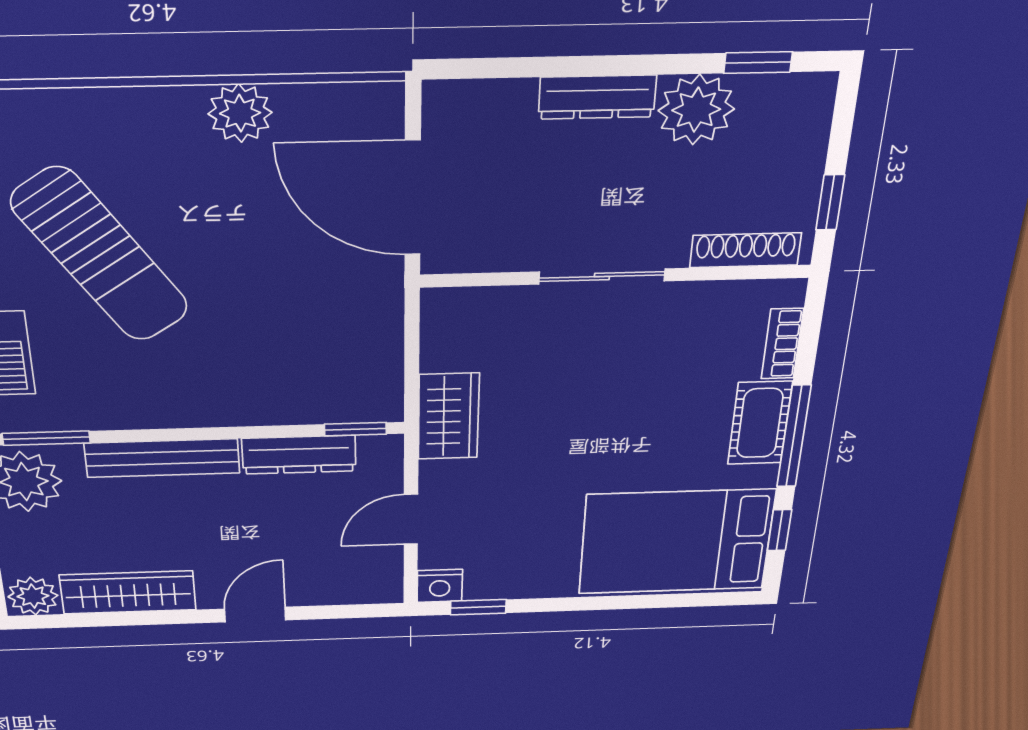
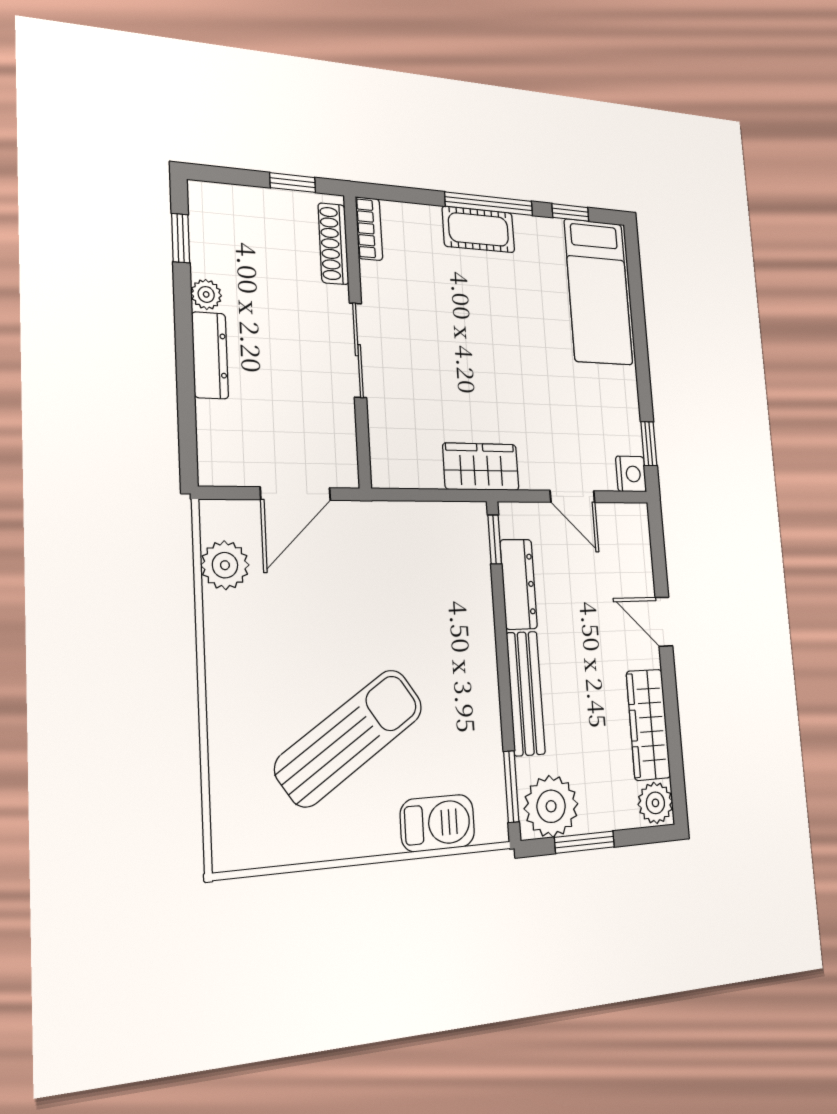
plant: (696, 110) -> (206, 294), width x0.53, depth x0.53
plant: (240, 113) -> (225, 565), moved
door: (413, 198) -> (296, 494), width x0.73
bookcase: (782, 344) -> (369, 229), moved, turned -90
bed: (676, 542) -> (598, 292), width x0.67

